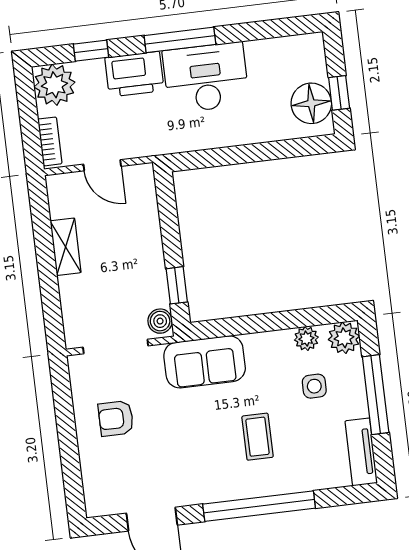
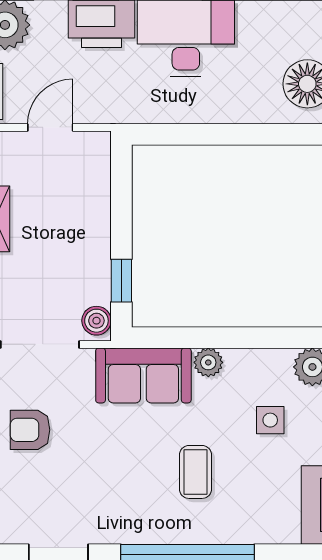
door: (102, 165) -> (50, 127), swing flipped
plant: (306, 339) -> (208, 362), moved

